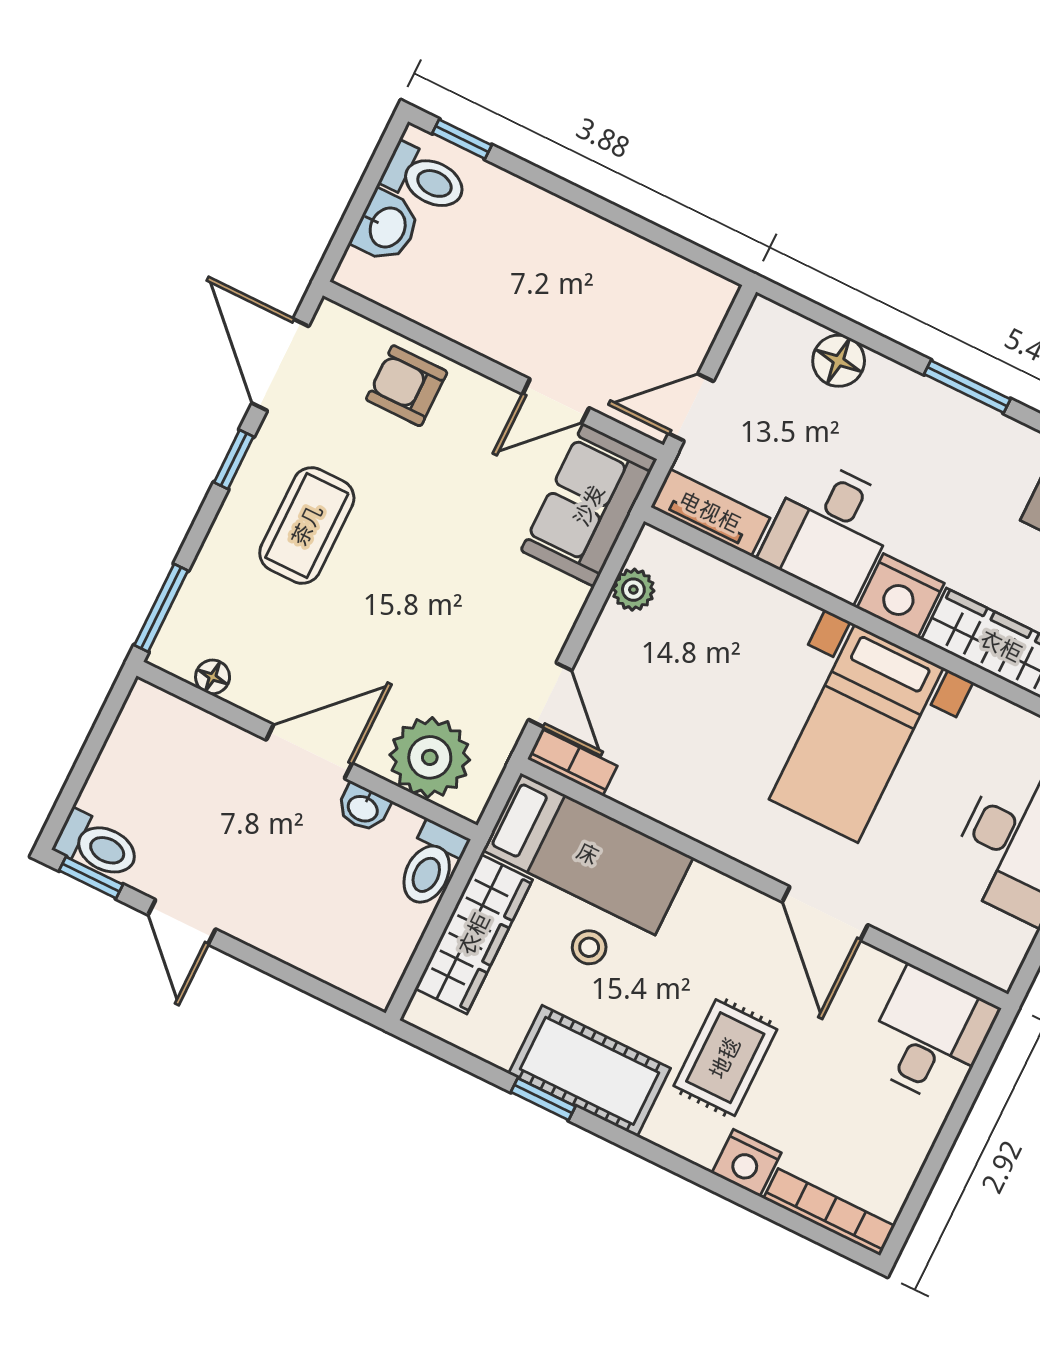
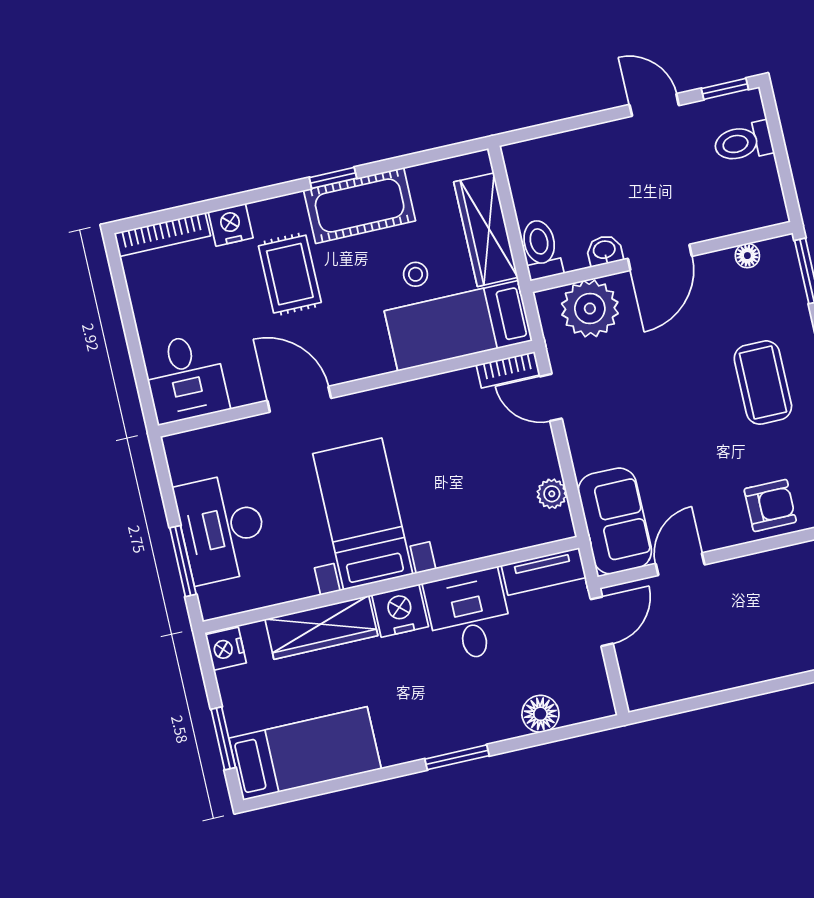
toilet: (97, 845) -> (743, 142), moved
window: (543, 1099) -> (333, 178), moved

